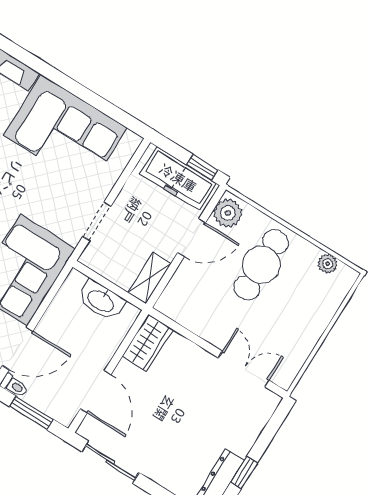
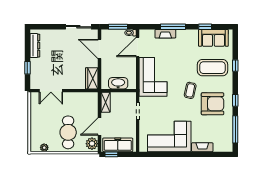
window: (244, 473) -> (27, 68), moved

